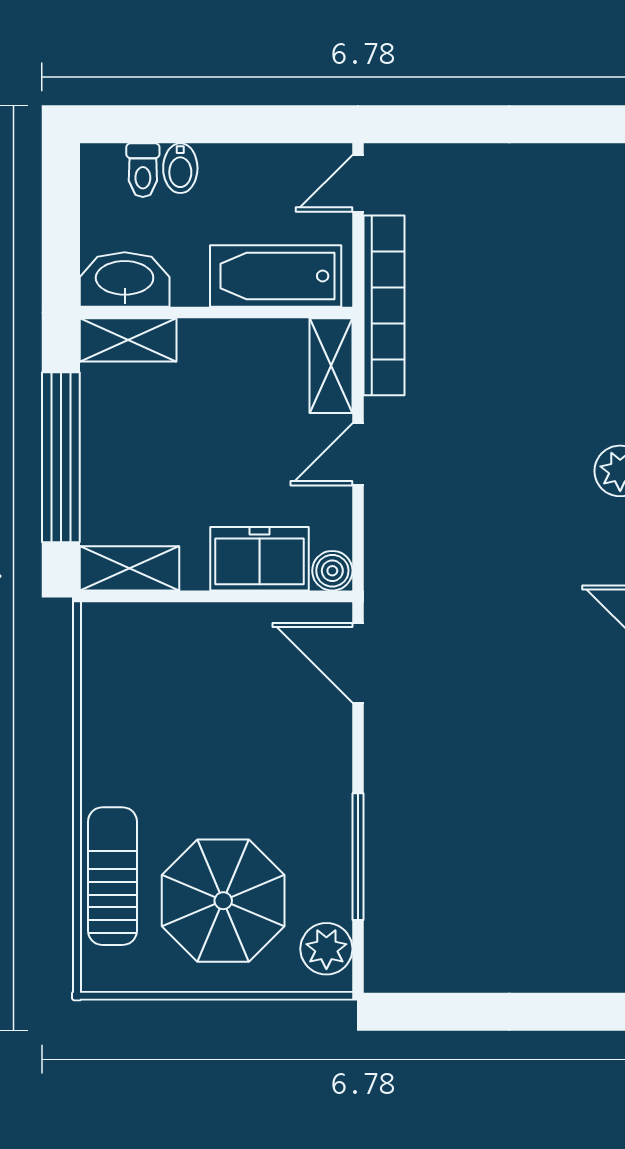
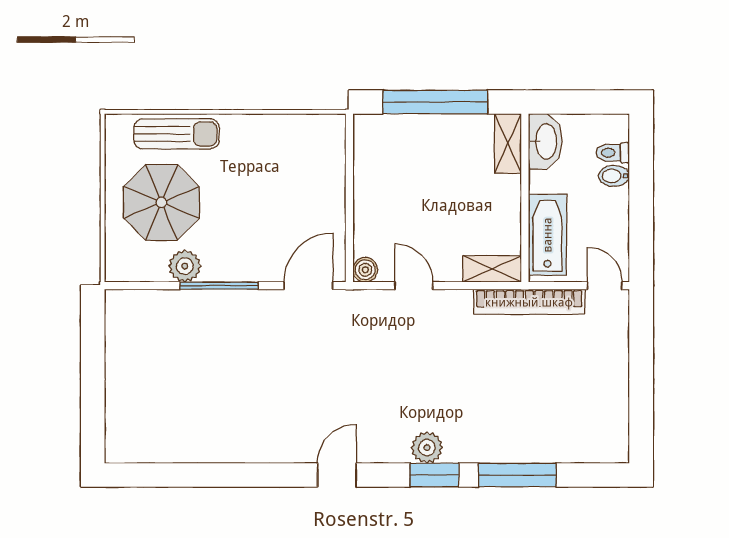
door: (358, 454) -> (414, 286), moved
freezer: (259, 559) -> (373, 225), removed
shelving: (129, 568) -> (367, 144), removed
window: (358, 857) -> (219, 286), moved
plant: (326, 949) -> (185, 266), moved

